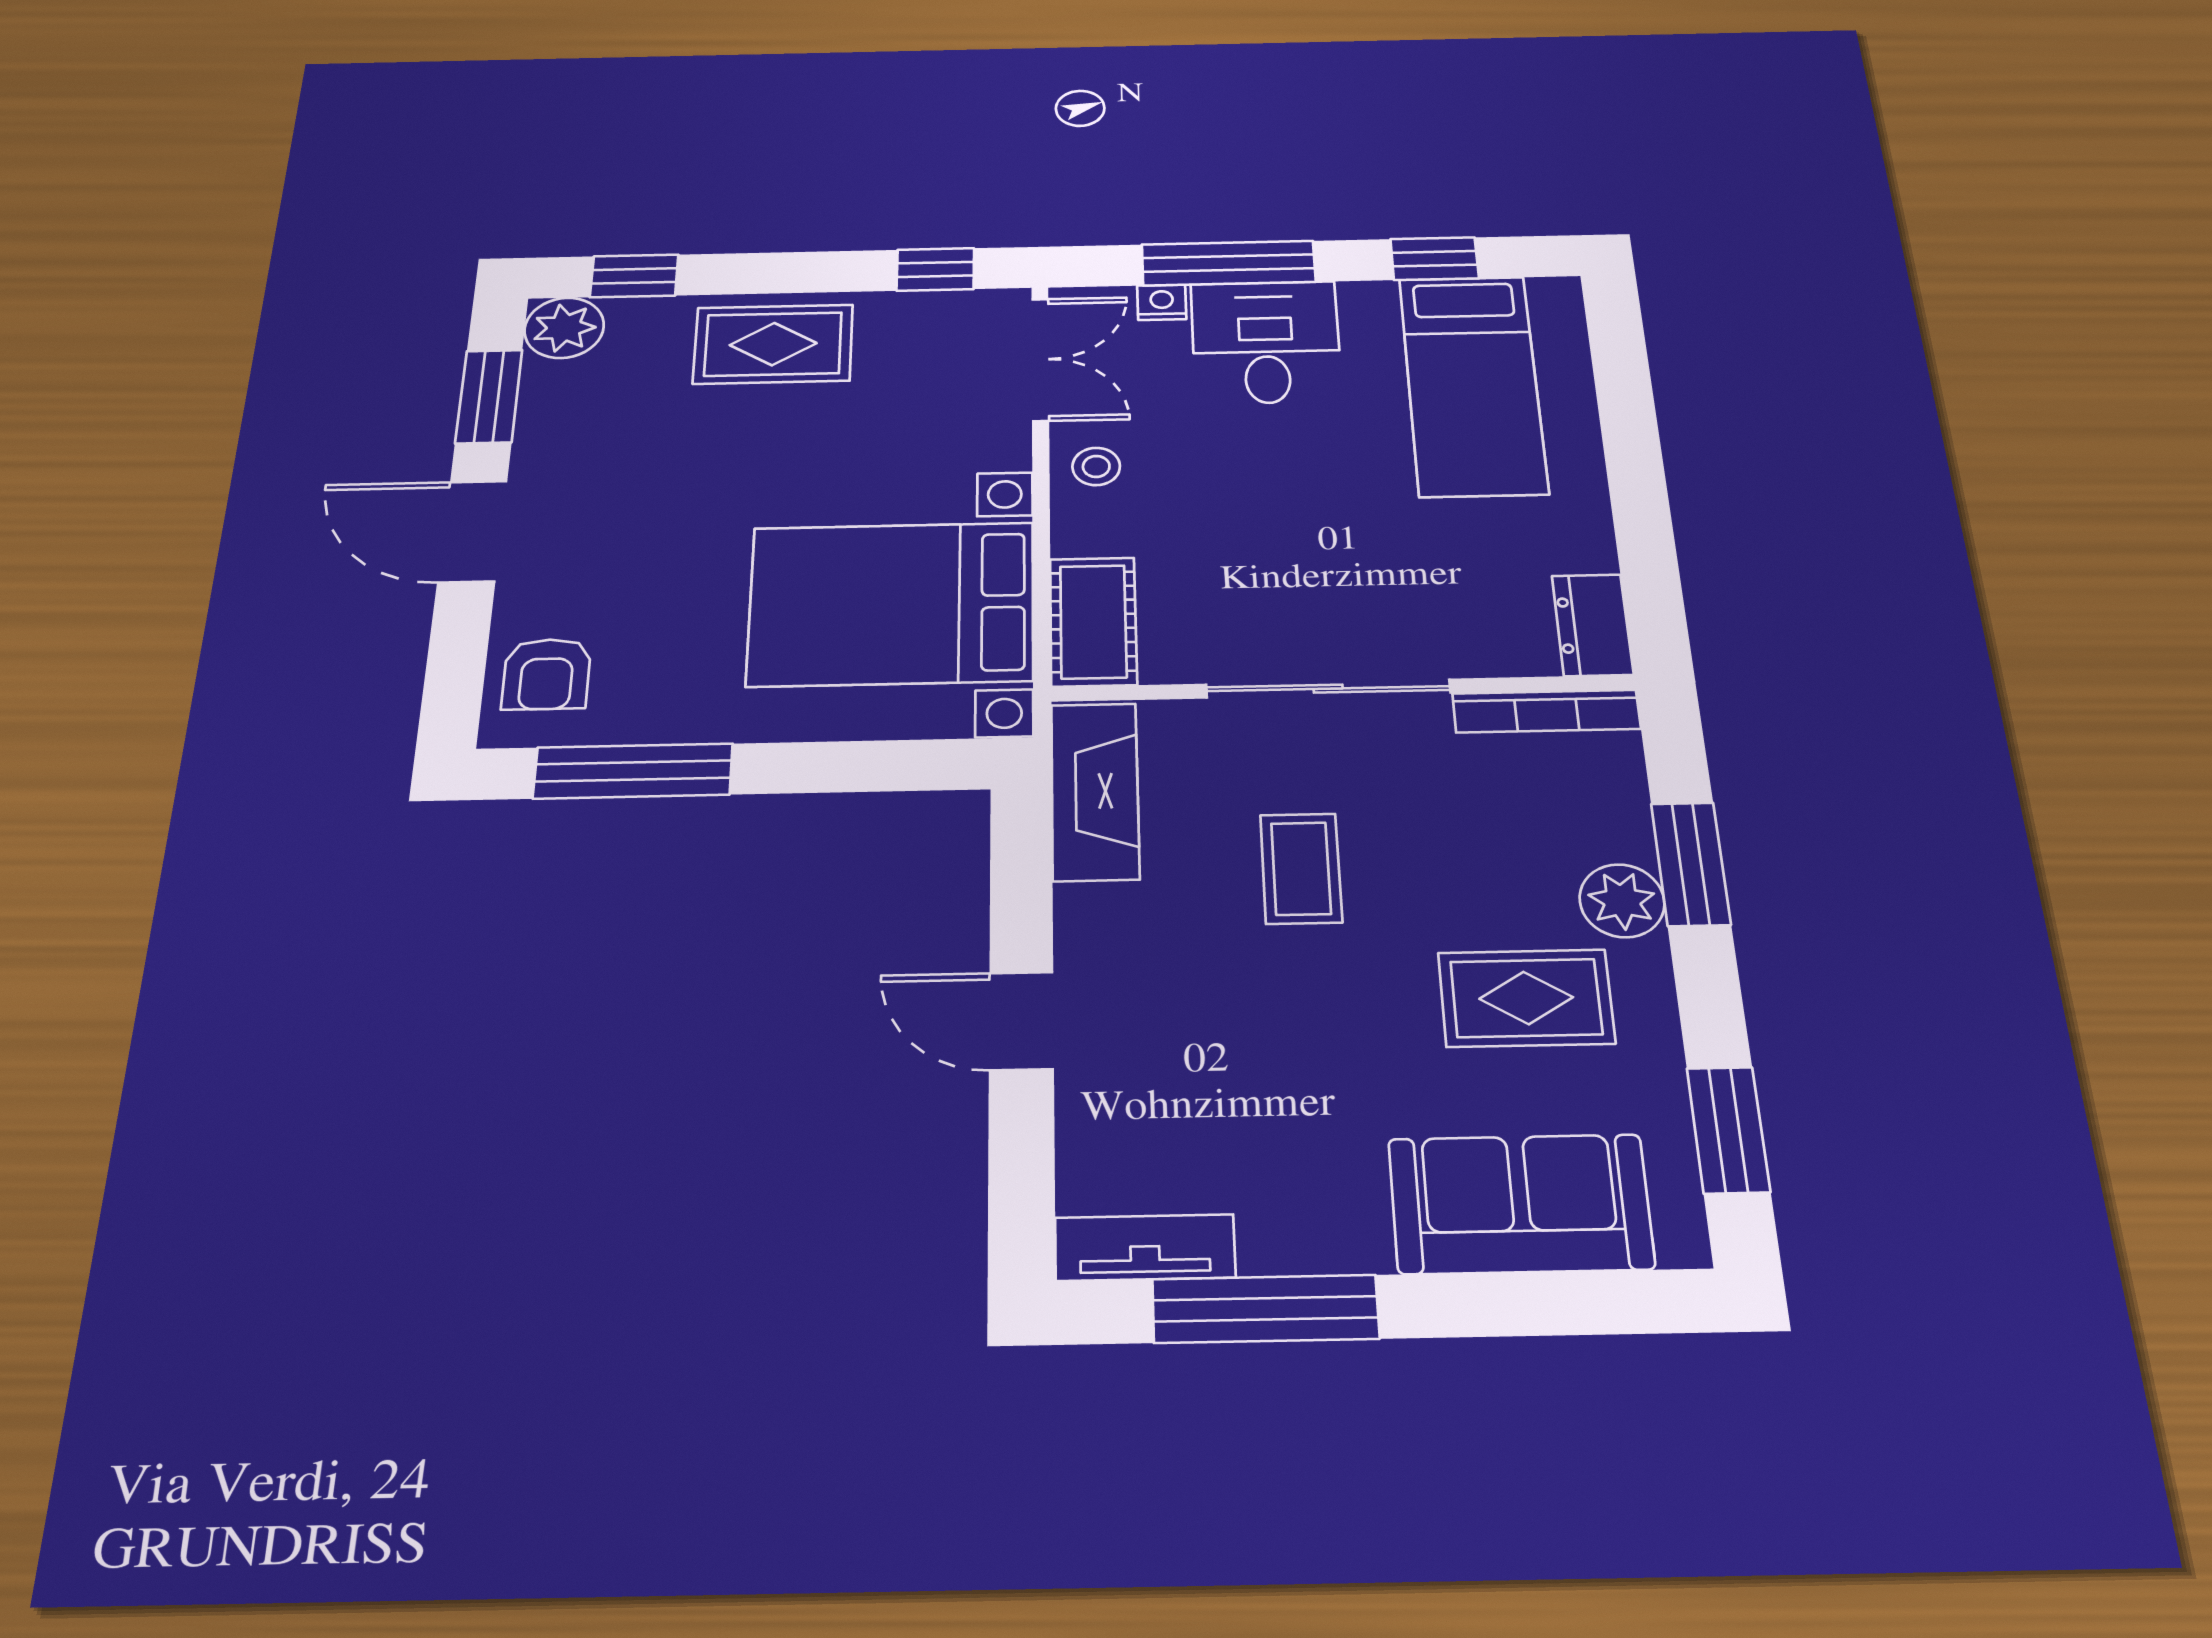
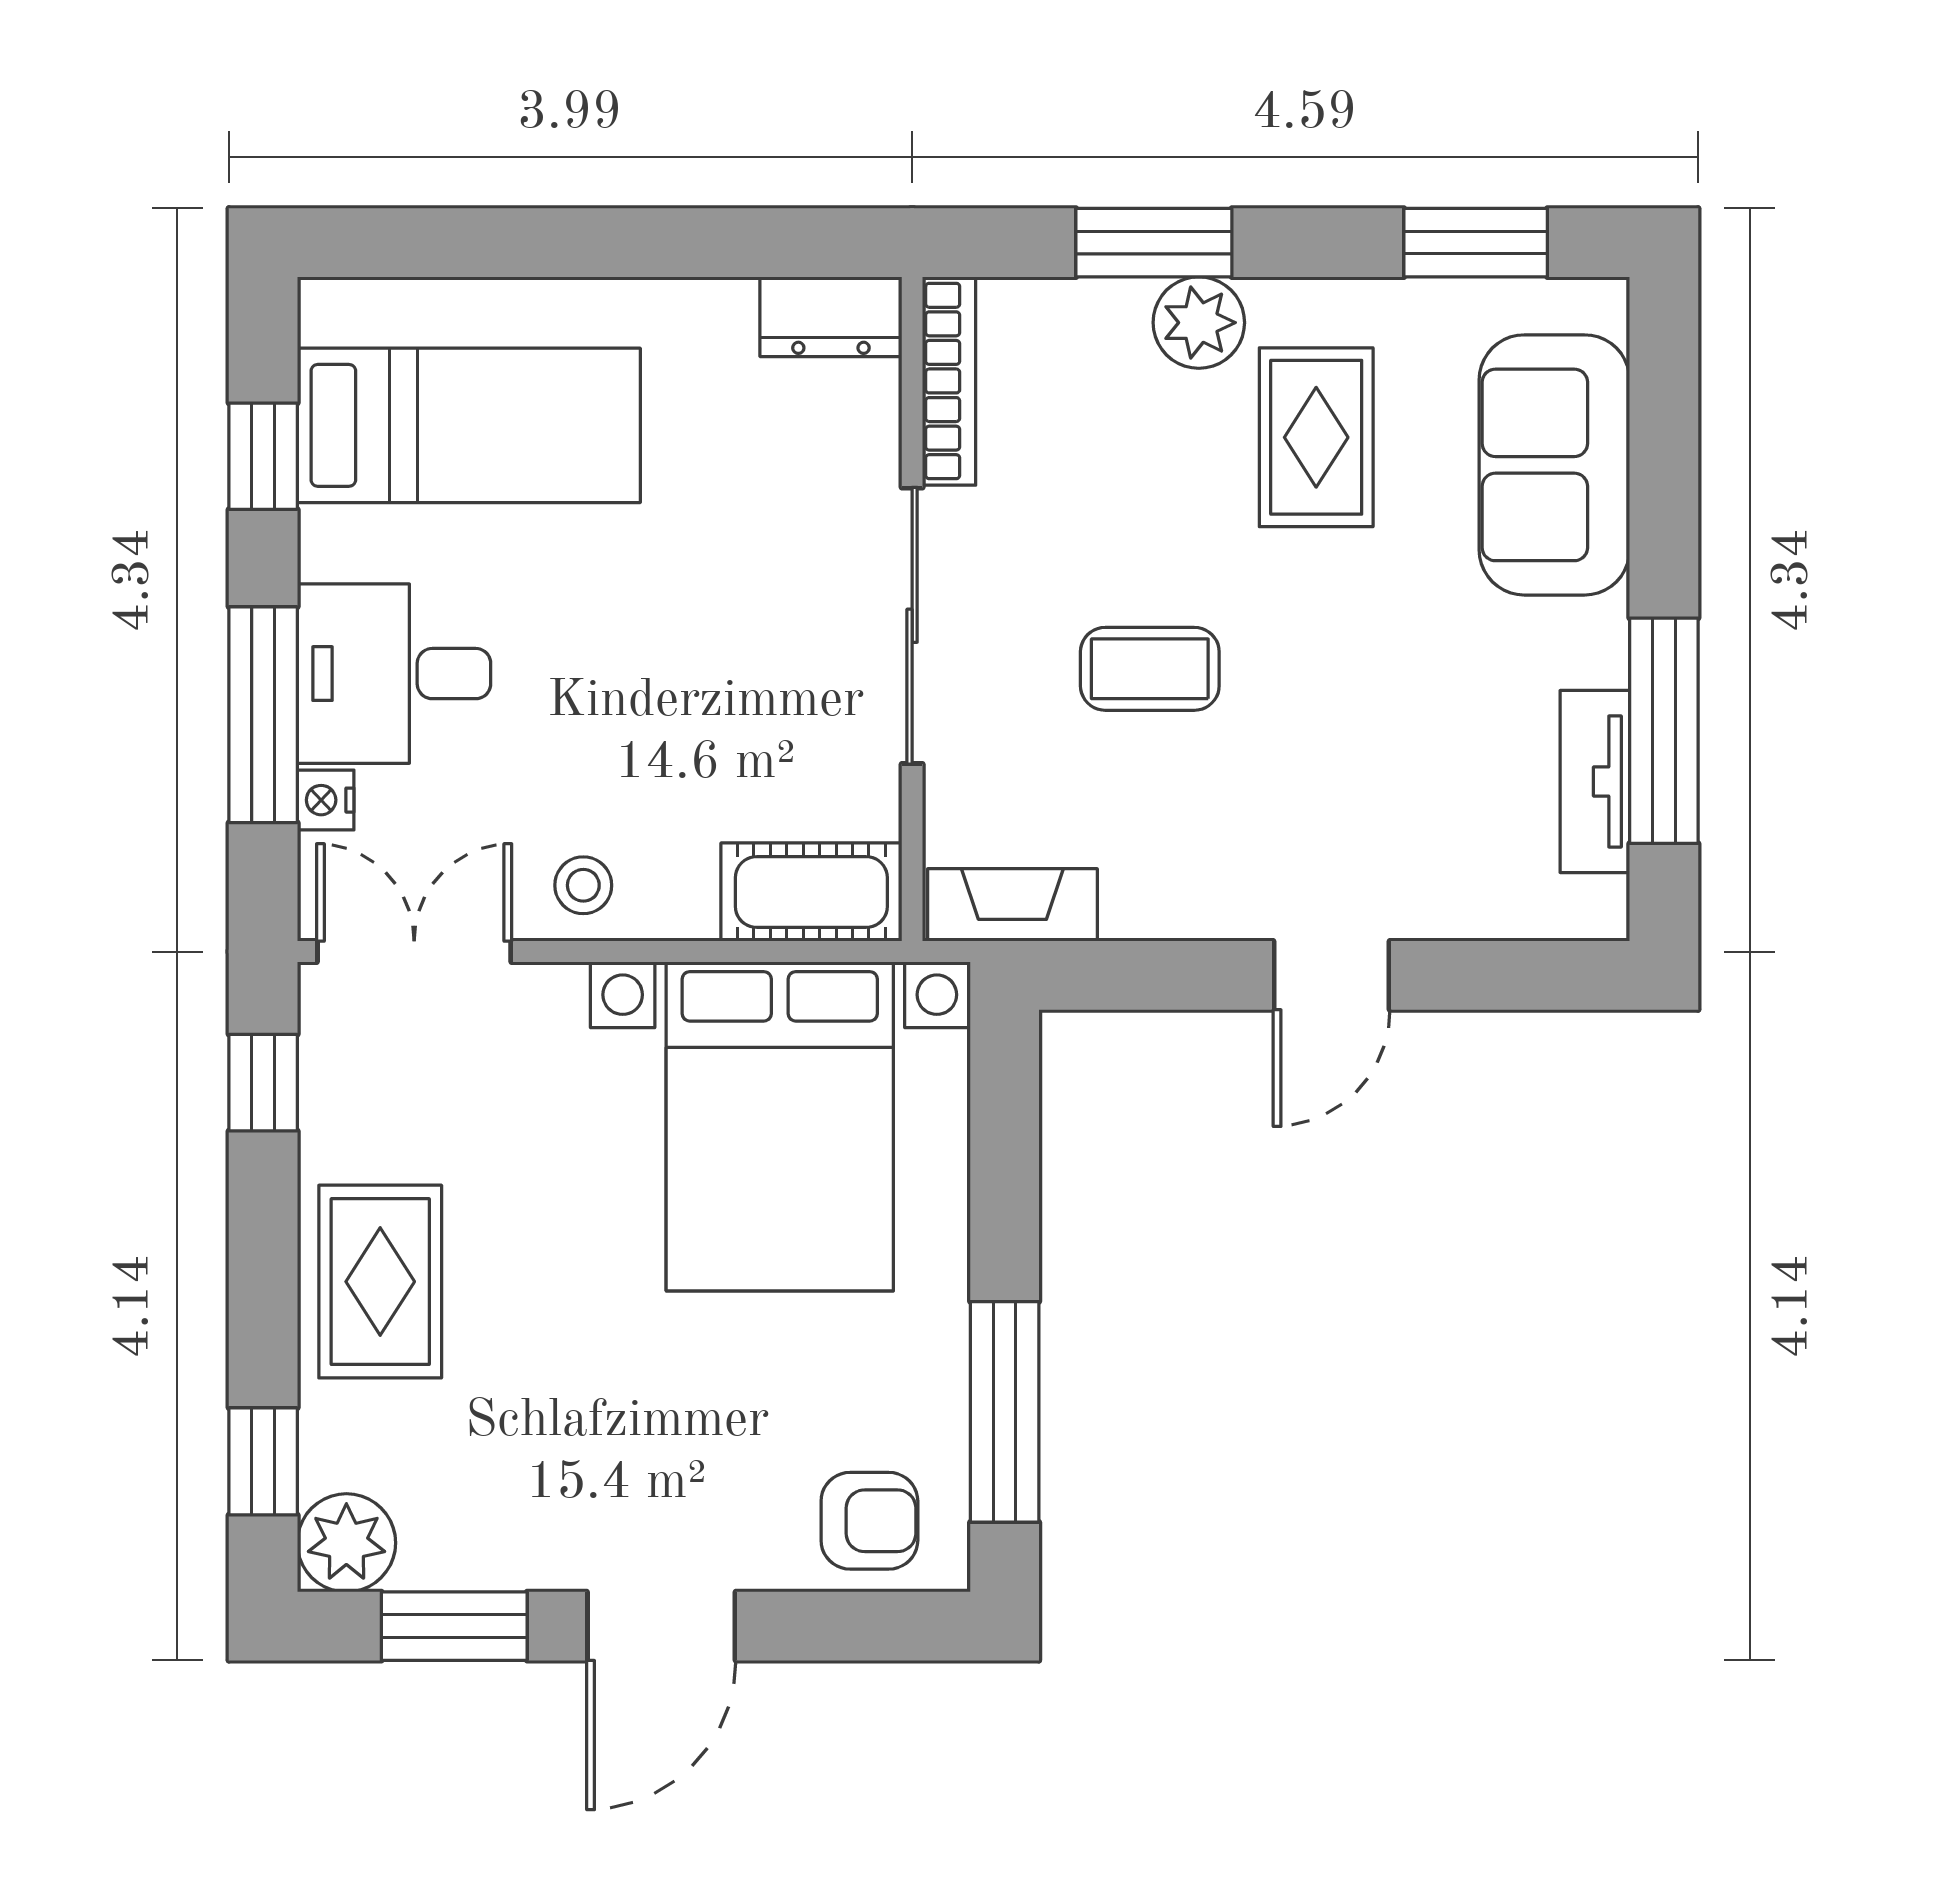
fireplace: (1095, 791) -> (1012, 905), width x0.73, depth x0.76
tv unit: (1145, 1248) -> (1595, 781), moved

